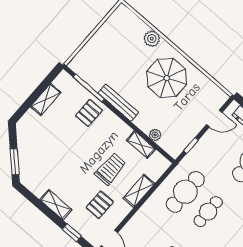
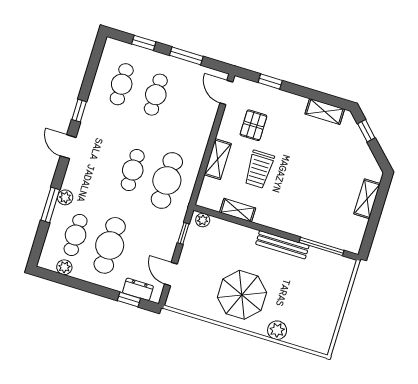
shelving: (46, 99) -> (367, 199), moved
pallet: (89, 113) -> (309, 220), removed
door: (214, 118) -> (171, 274), hinge flipped
plant: (155, 135) -> (203, 220), moved
window: (15, 162) -> (366, 131), width x0.67
shelving: (56, 205) -> (325, 111), moved

